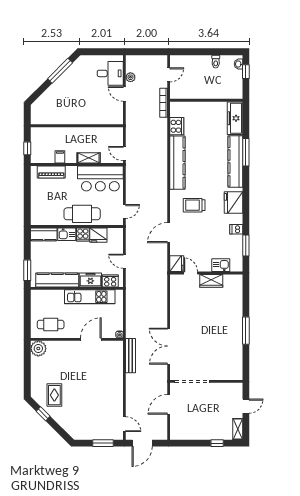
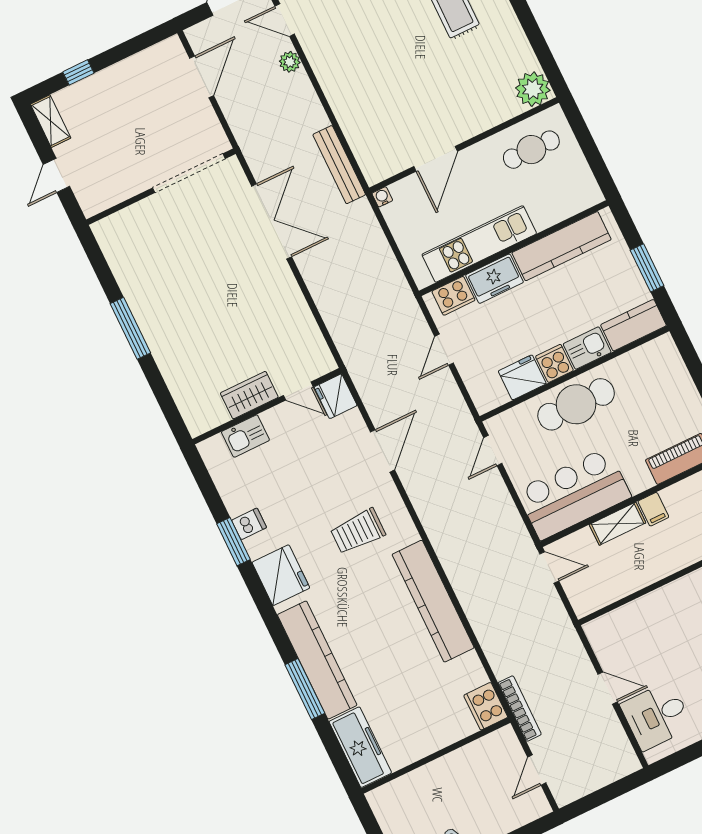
plant: (130, 77) -> (290, 62), moved
cooker: (177, 126) -> (486, 706), moved
filing cabinet: (60, 157) -> (653, 509), moved
trolley: (194, 205) -> (358, 531), turned 180
window: (246, 246) -> (234, 542), moved
door: (124, 261) -> (444, 350), swing flipped
window: (27, 270) -> (647, 268), moved
door: (169, 404) -> (202, 77), moved

